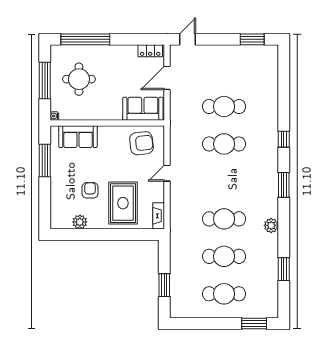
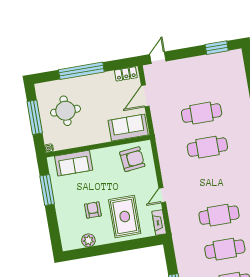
window: (85, 39) -> (81, 71), moved
door: (167, 173) -> (162, 195), moved

